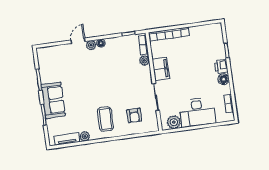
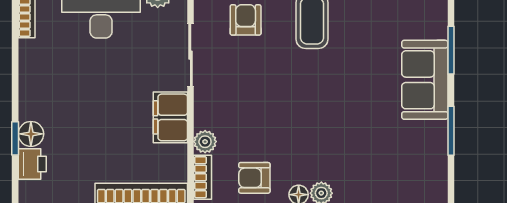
armchair: (121, 48) -> (254, 178), added
printer: (221, 66) -> (32, 164), moved
floor lamp: (224, 79) -> (31, 134), moved

